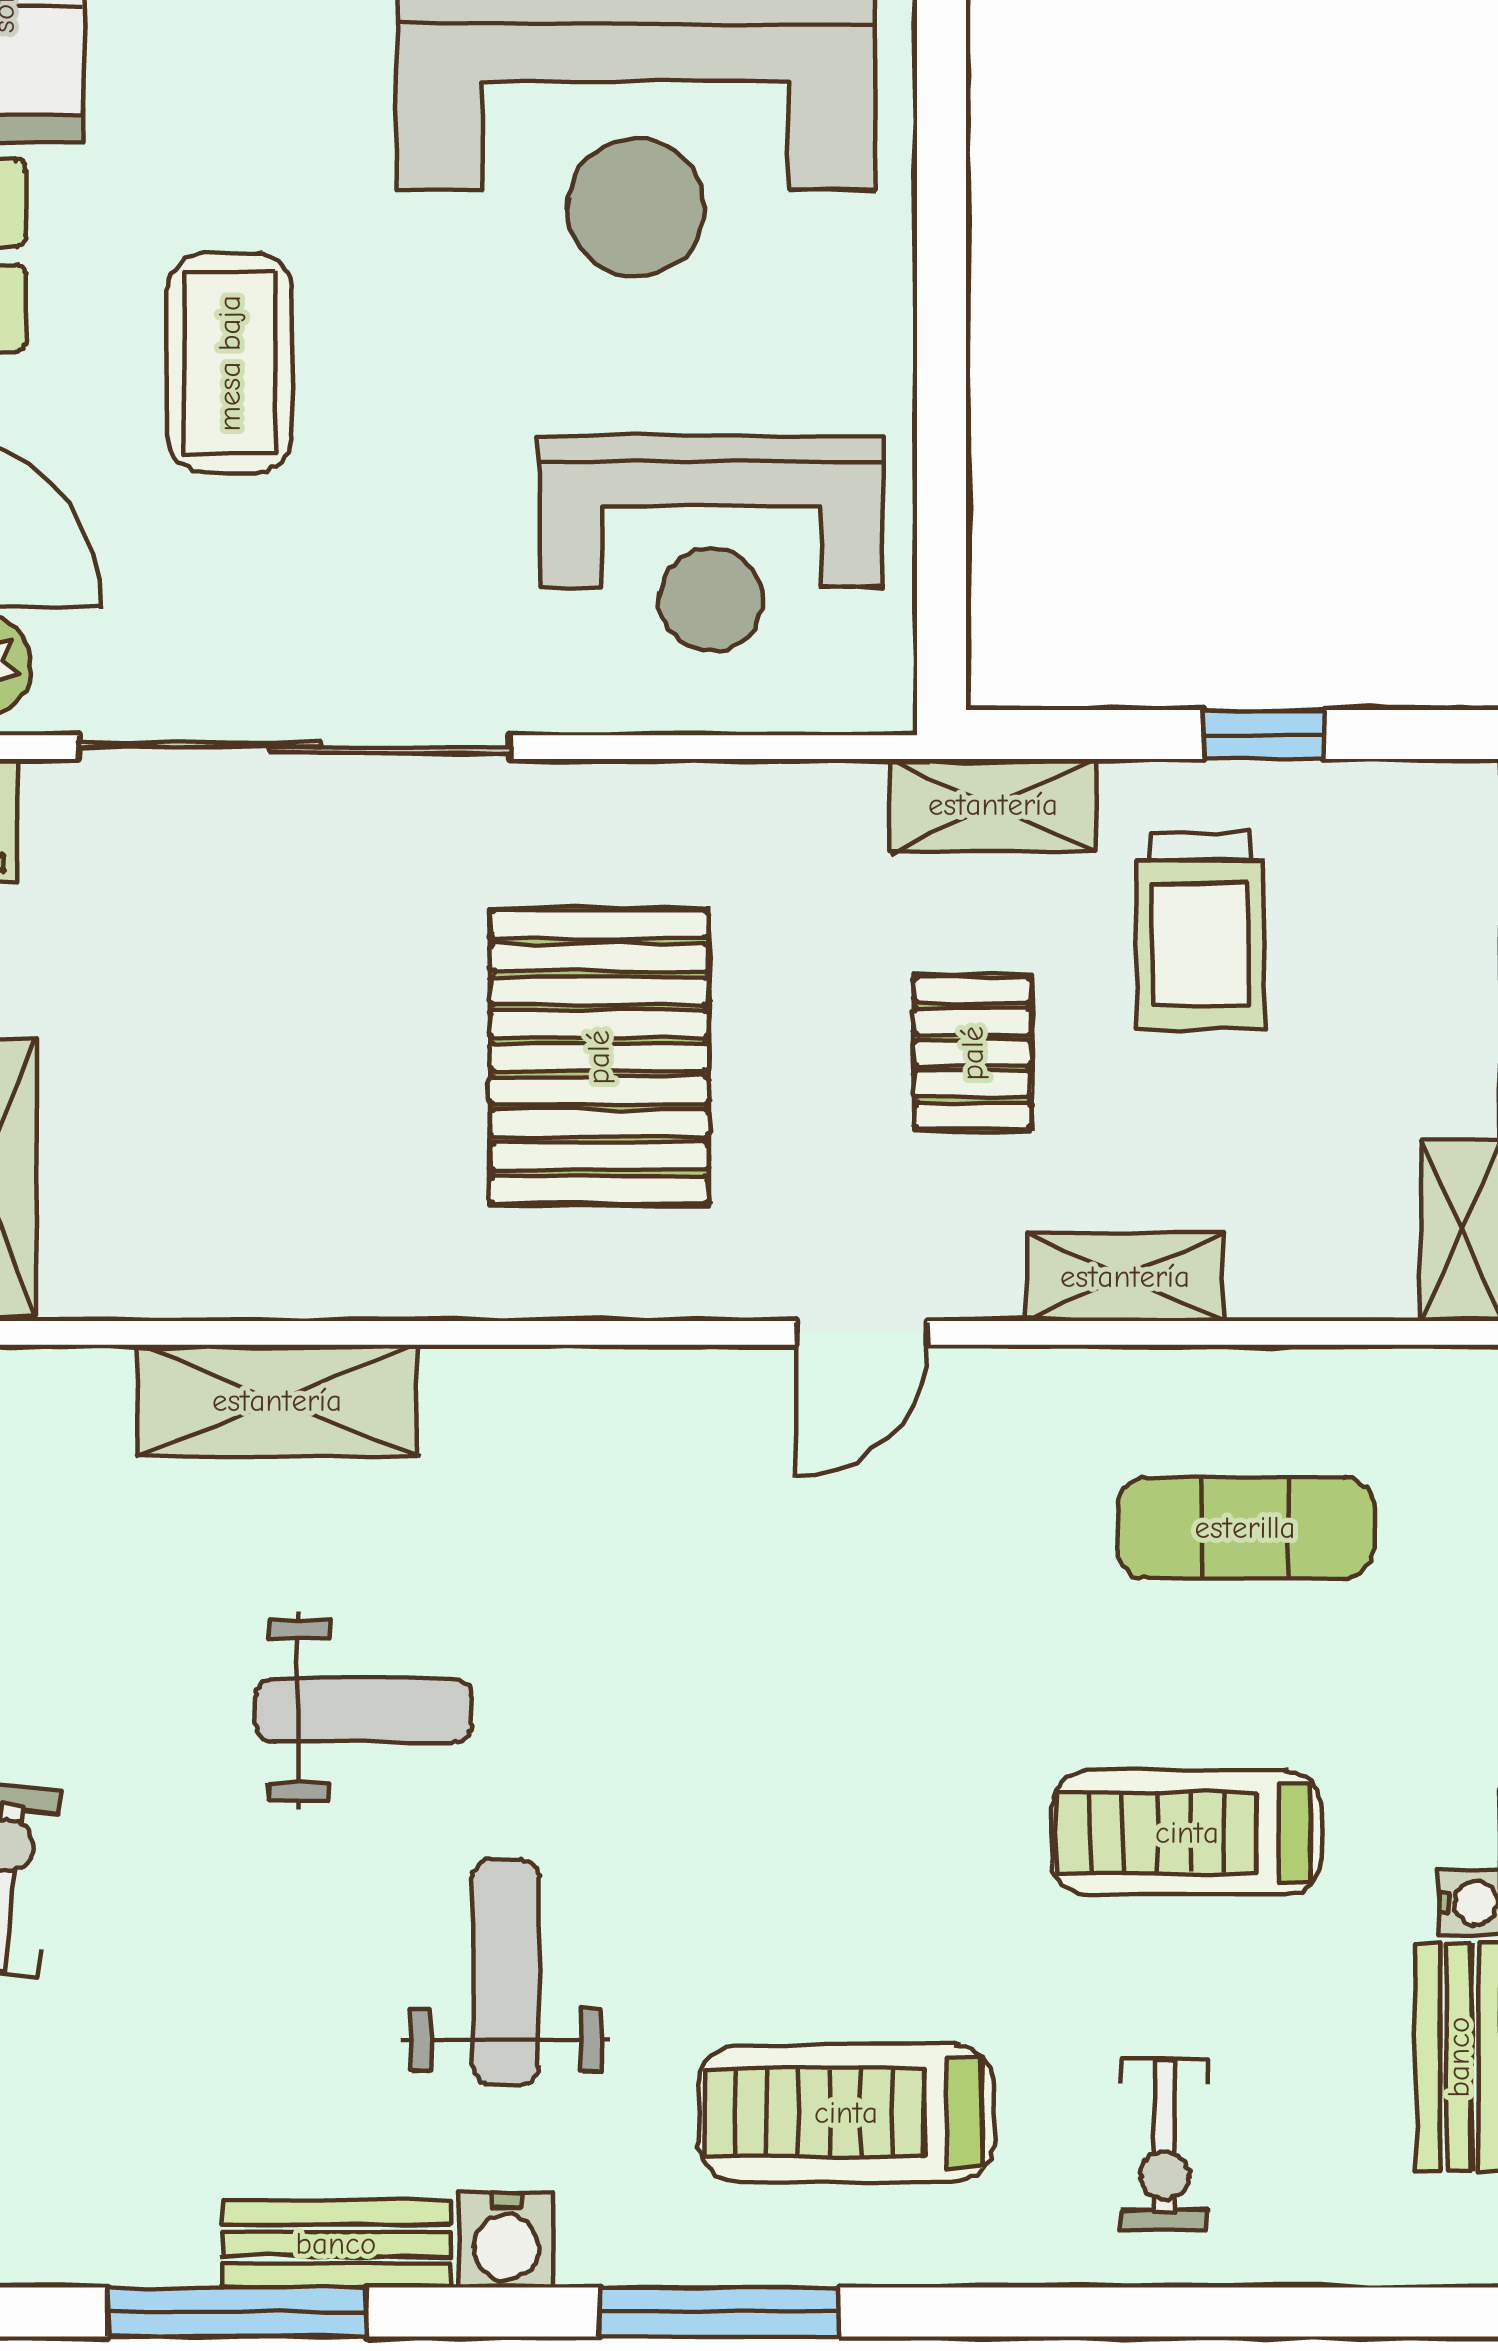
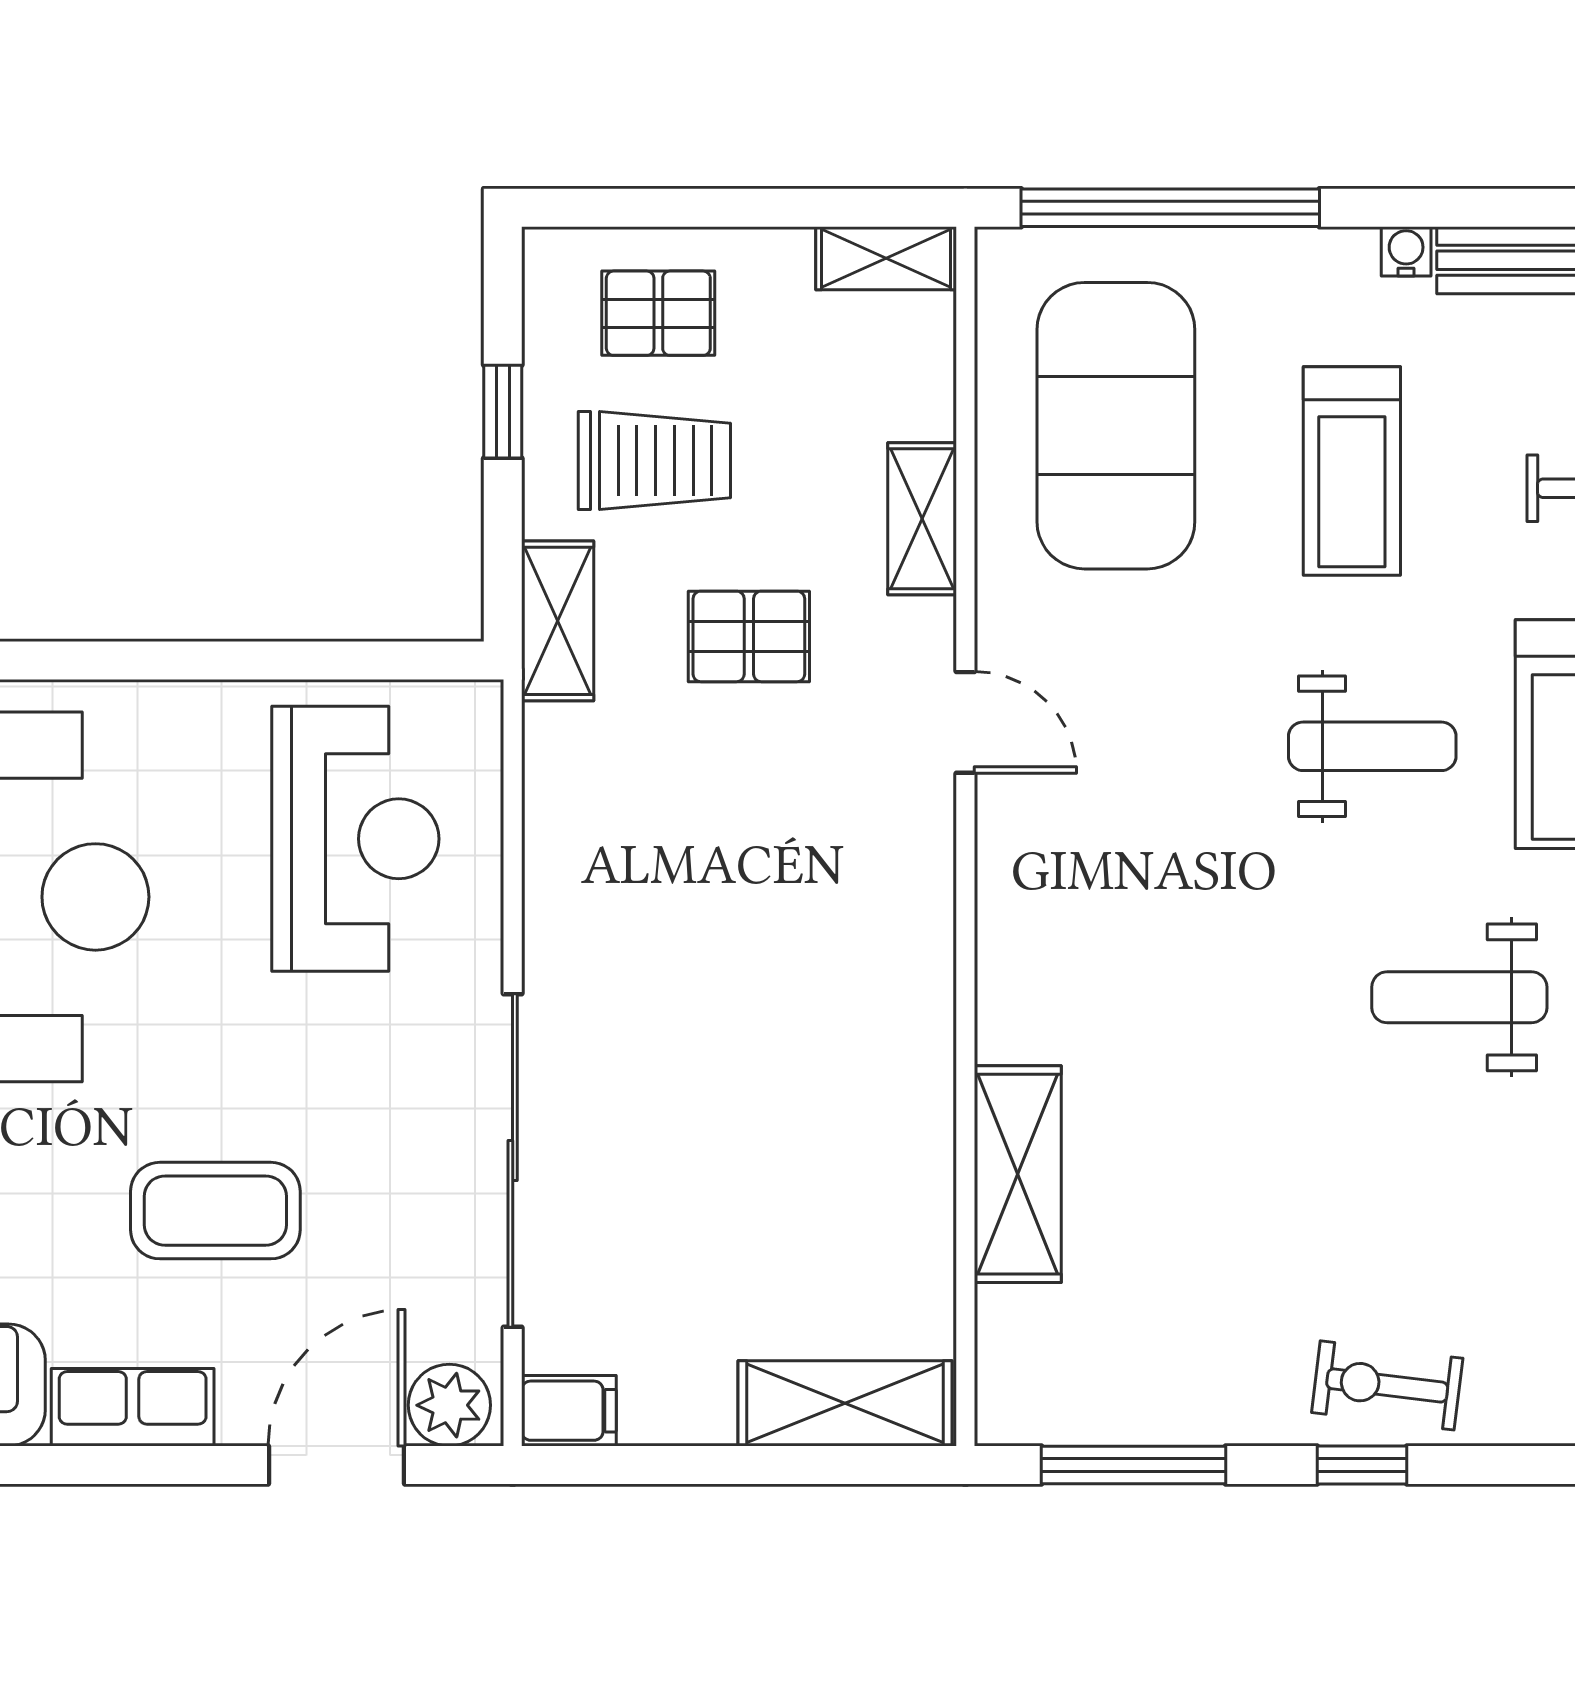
pallet: (599, 1057) -> (658, 313), moved, width x0.49, depth x0.50
exercise mat: (1245, 1528) -> (1116, 426), width x2.00, depth x1.45
weight bench: (364, 1711) -> (1372, 746), moved, turned 90

